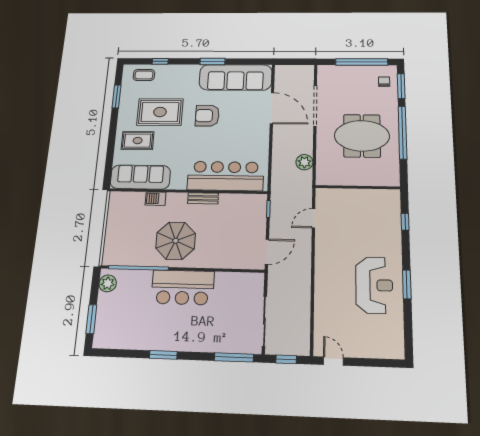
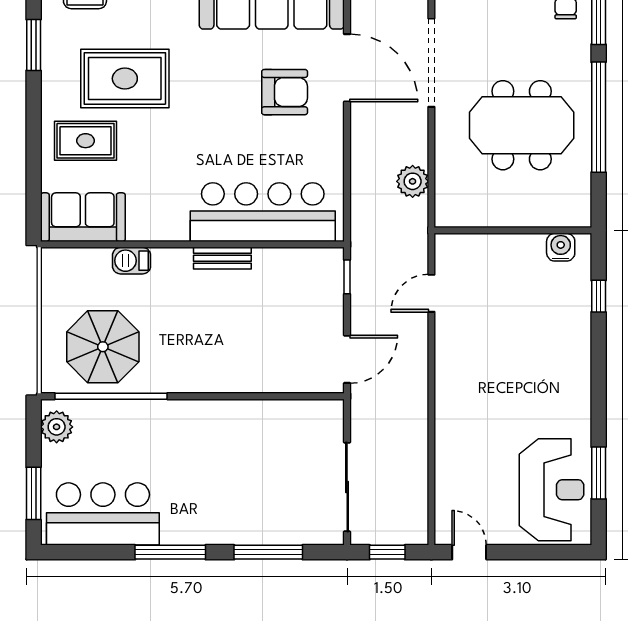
armchair: (207, 116) -> (285, 92), moved, turned 180
sofa: (140, 177) -> (83, 217), width x0.73
water cooler: (384, 196) -> (561, 247), added
parasol: (176, 241) -> (103, 347), moved
window: (407, 284) -> (599, 473), moved
reception desk: (374, 285) -> (552, 490), moved
bar counter: (183, 287) -> (103, 514), moved, turned 180
window: (163, 355) -> (170, 552), width x1.44
window: (234, 357) -> (268, 552), moved

